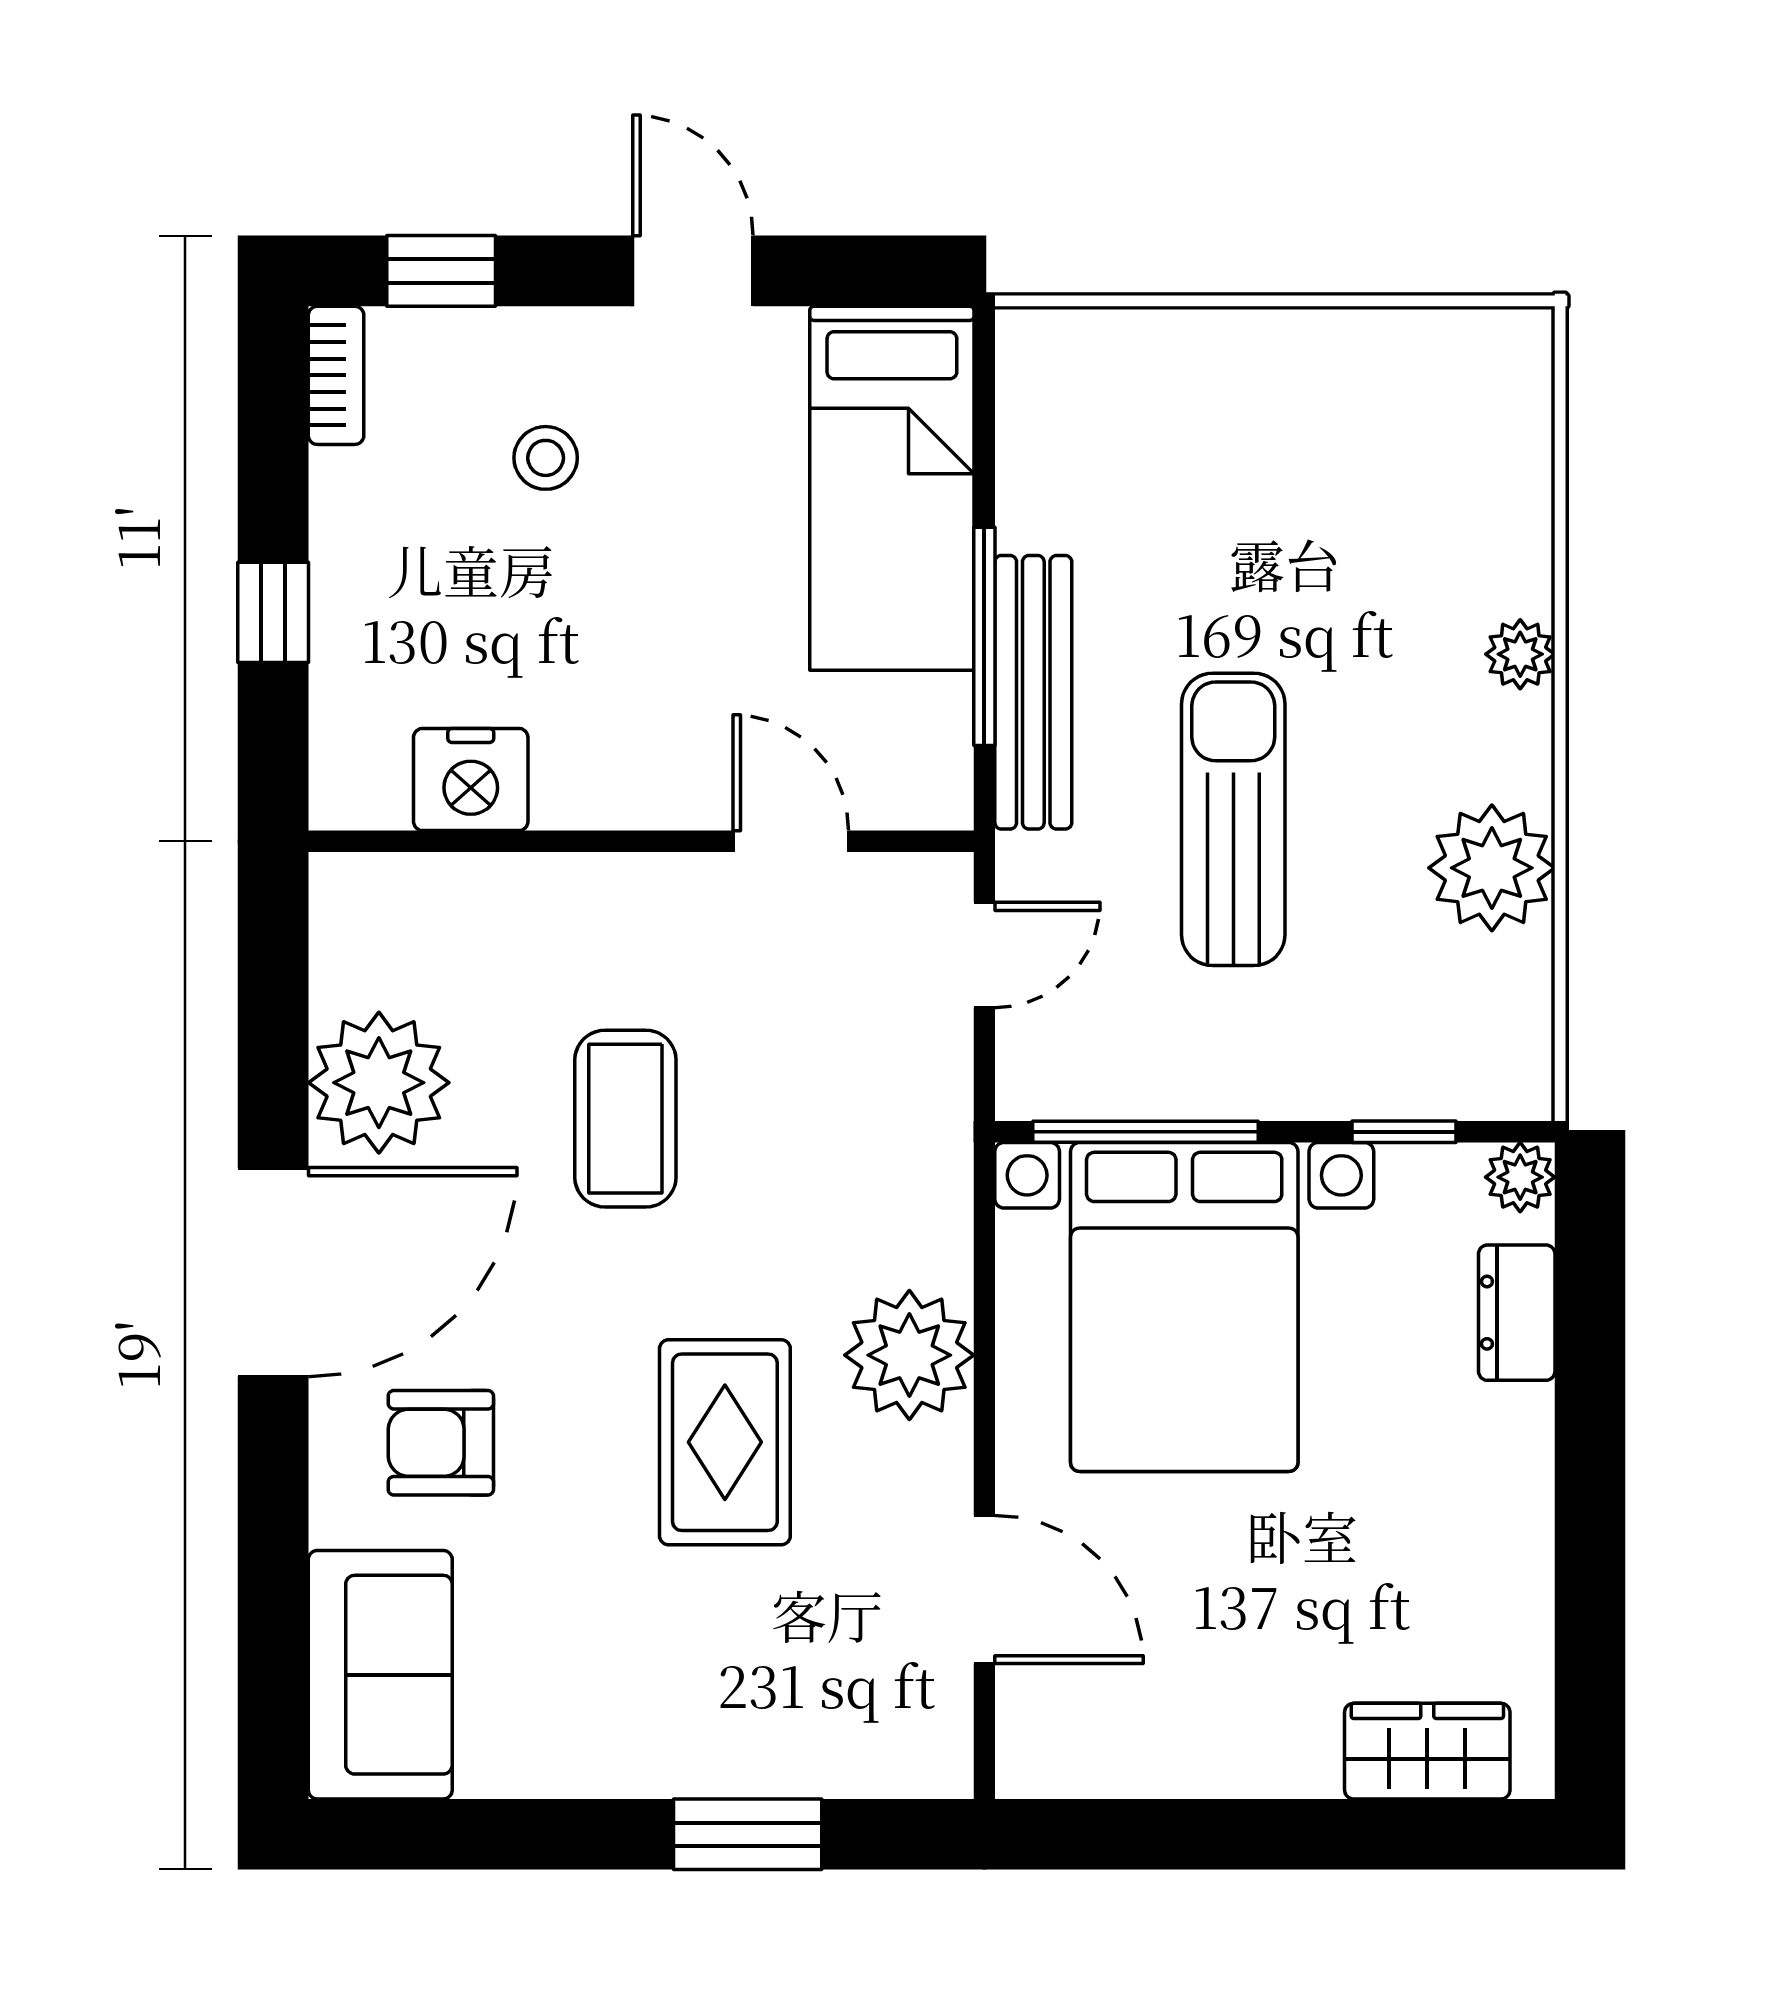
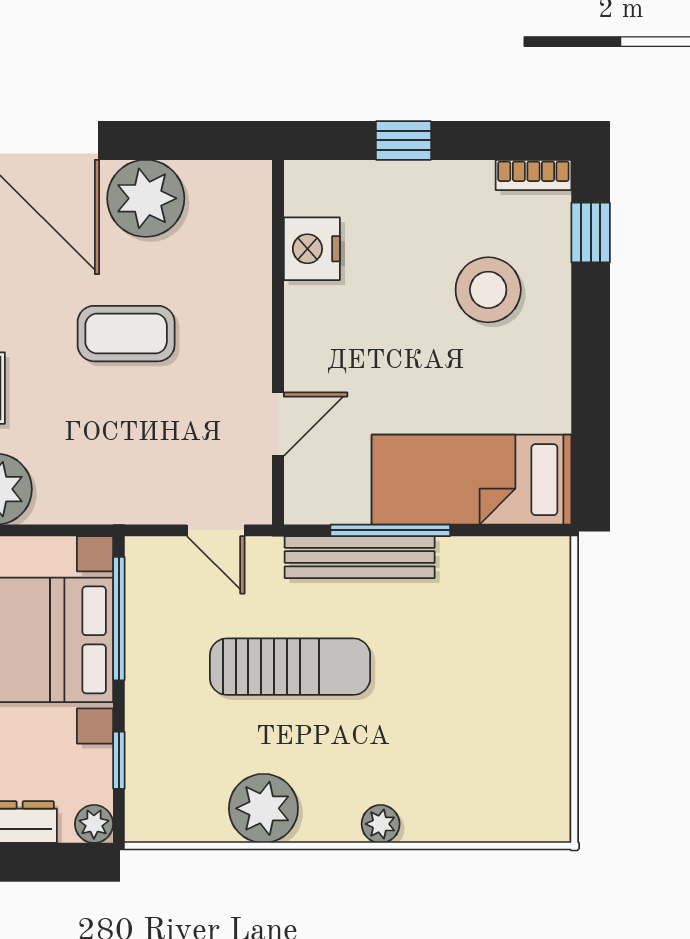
door: (693, 271) -> (591, 370), removed
stool: (546, 458) -> (488, 290), width x1.89, depth x1.89

